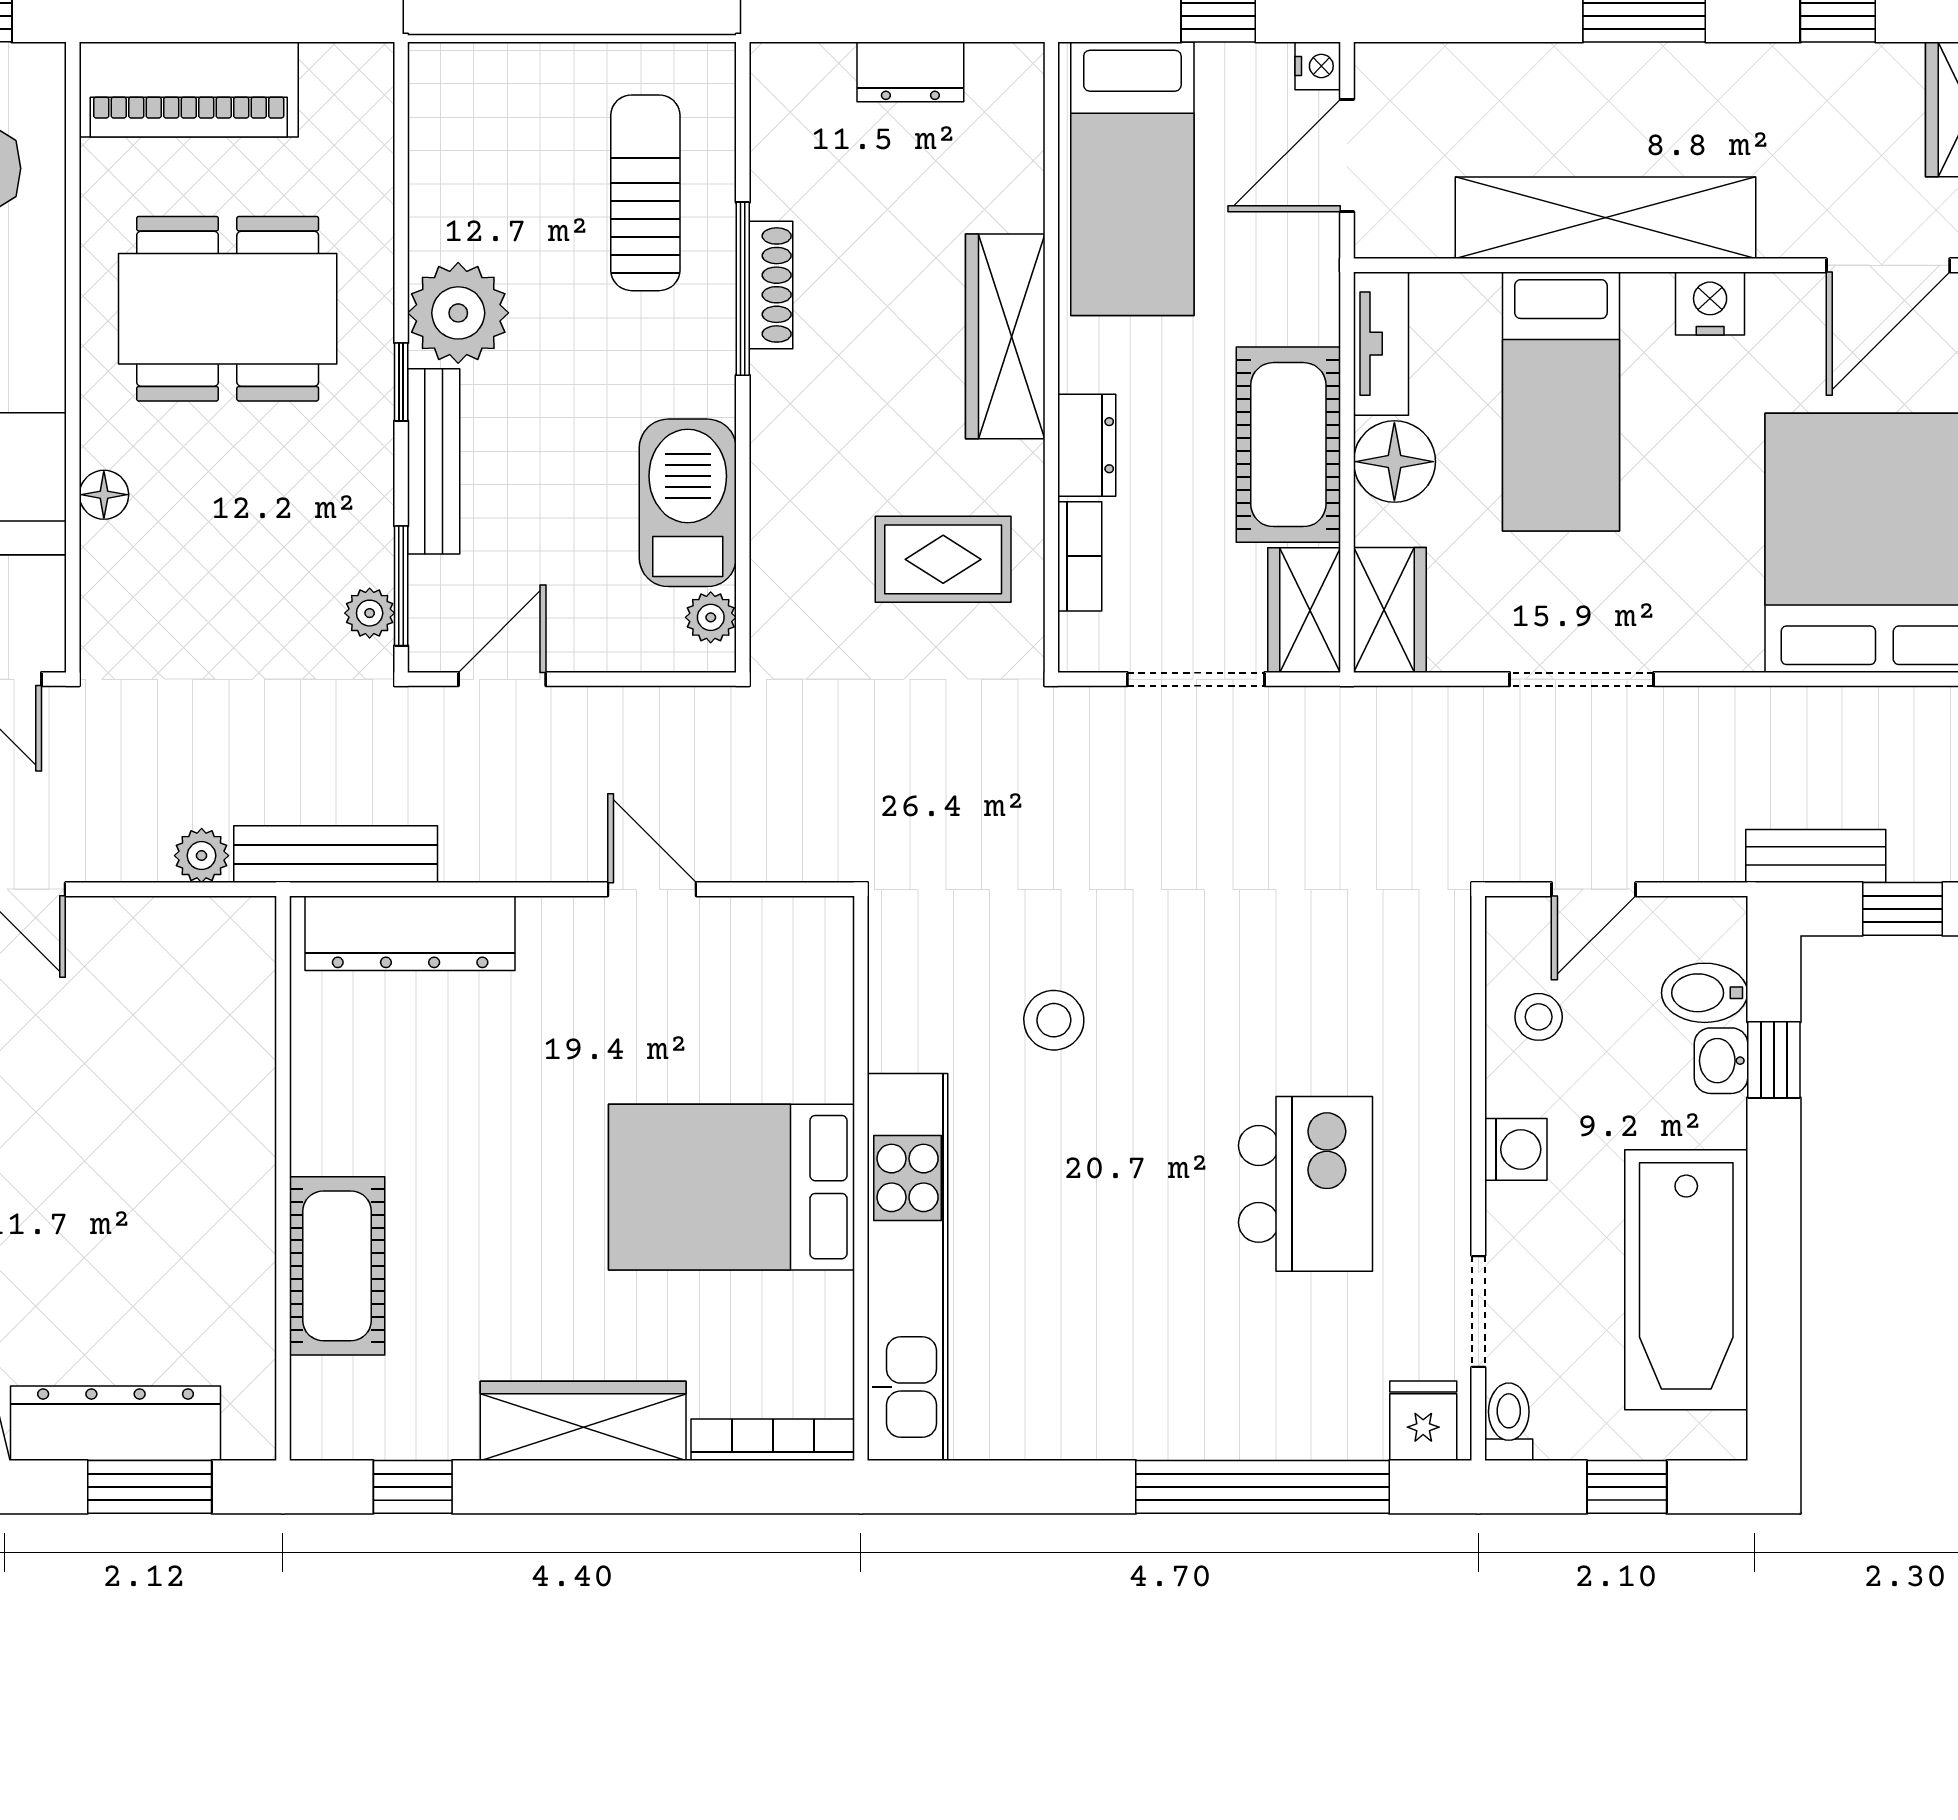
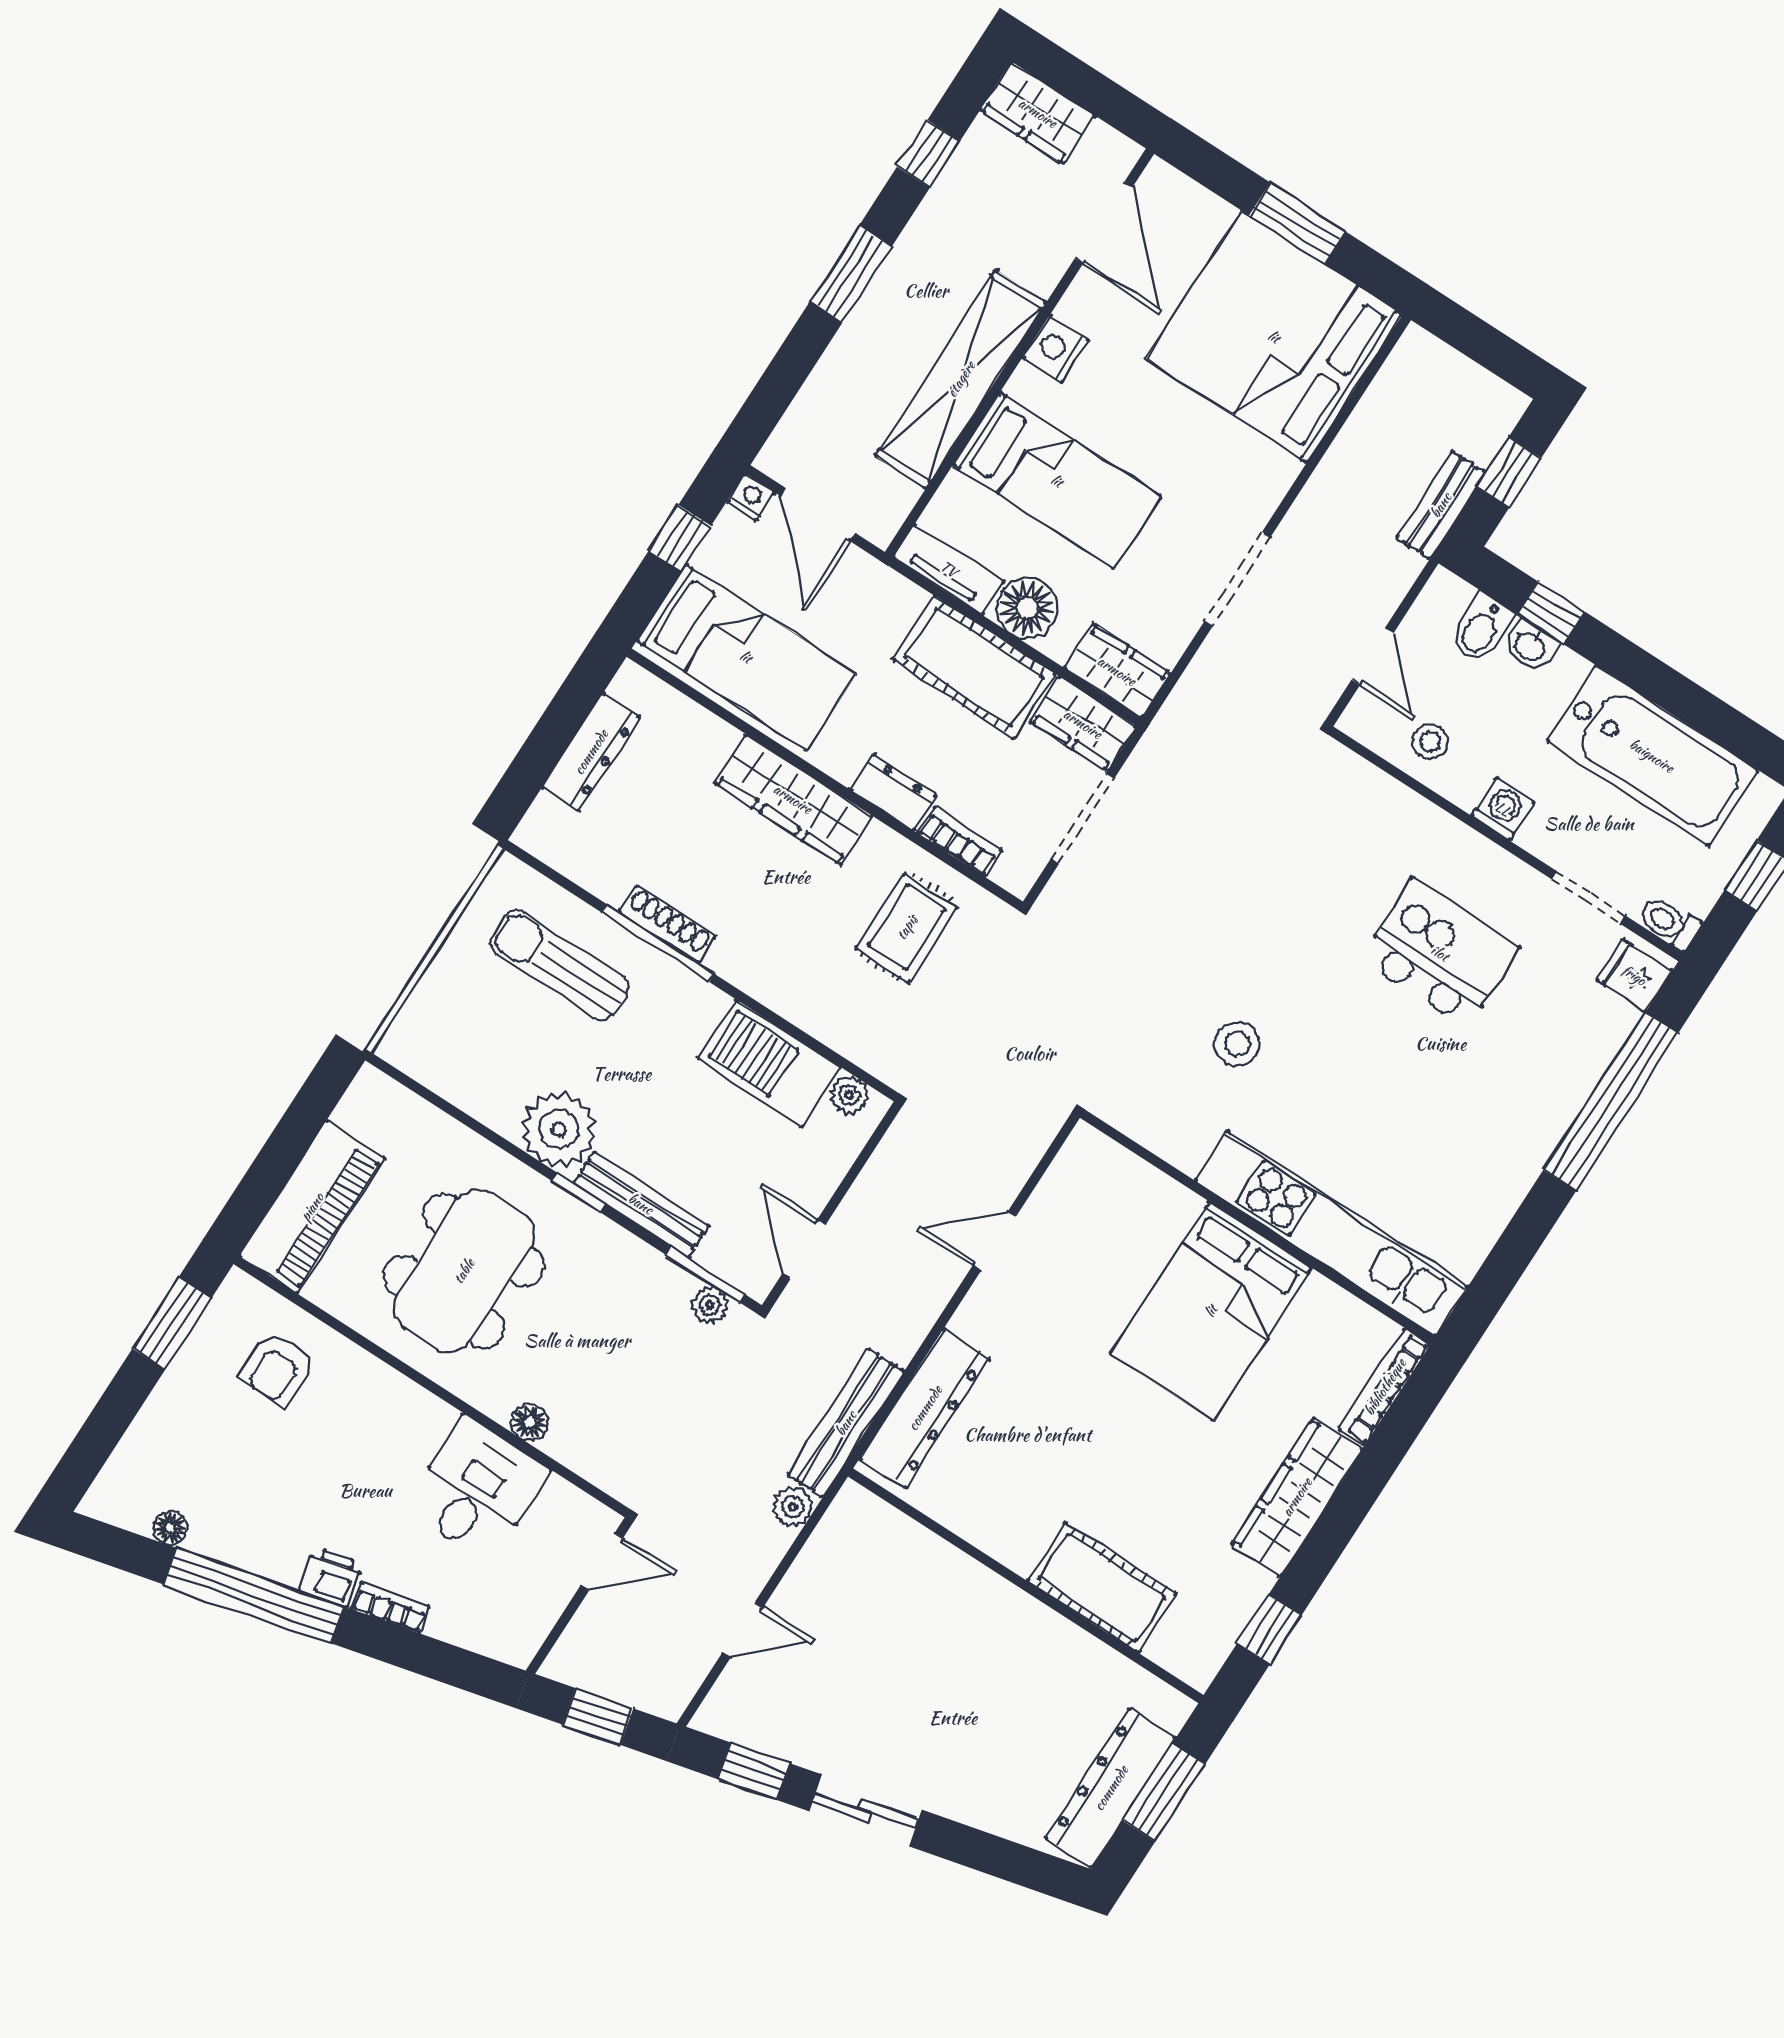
dresser: (910, 72) -> (591, 752), width x1.44

